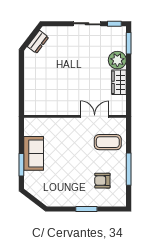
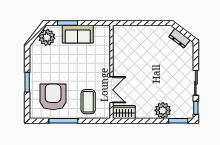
wardrobe: (119, 82) -> (124, 112), moved
armchair: (102, 181) -> (53, 97), width x1.88, depth x1.88
plant: (37, 187) -> (47, 37), added

